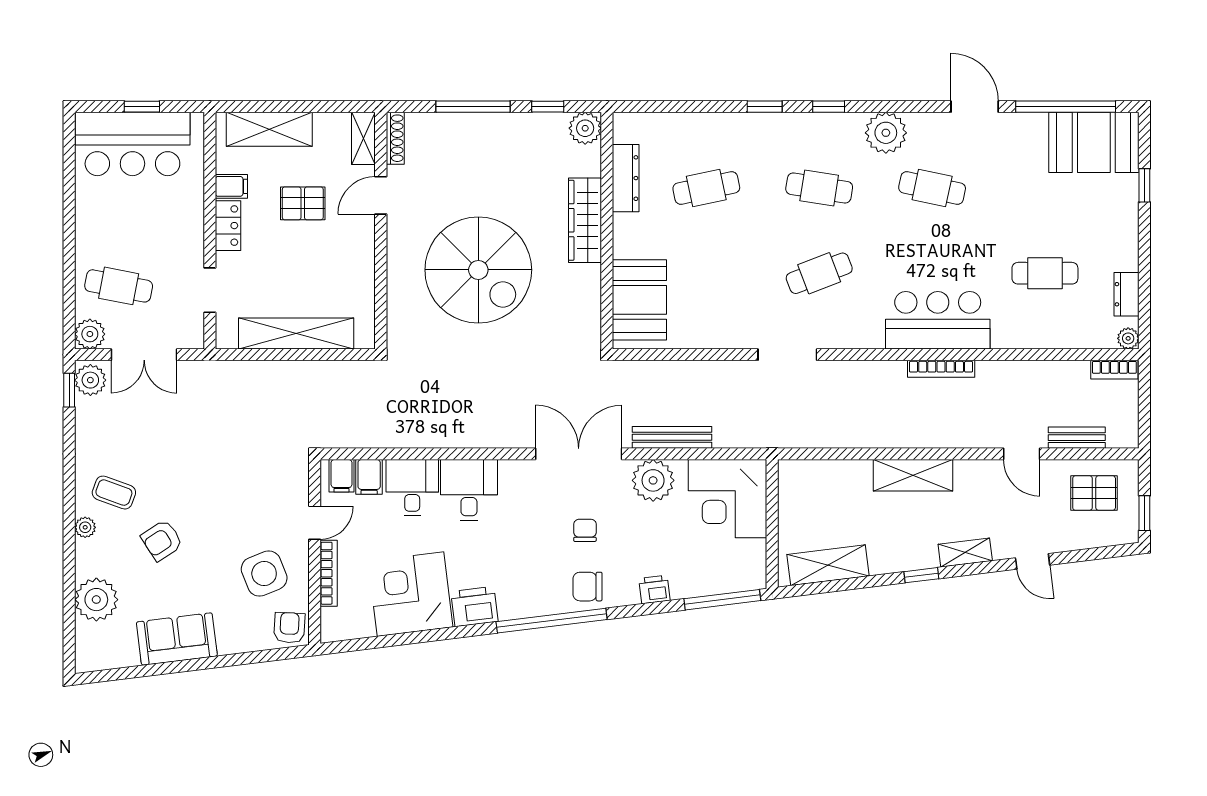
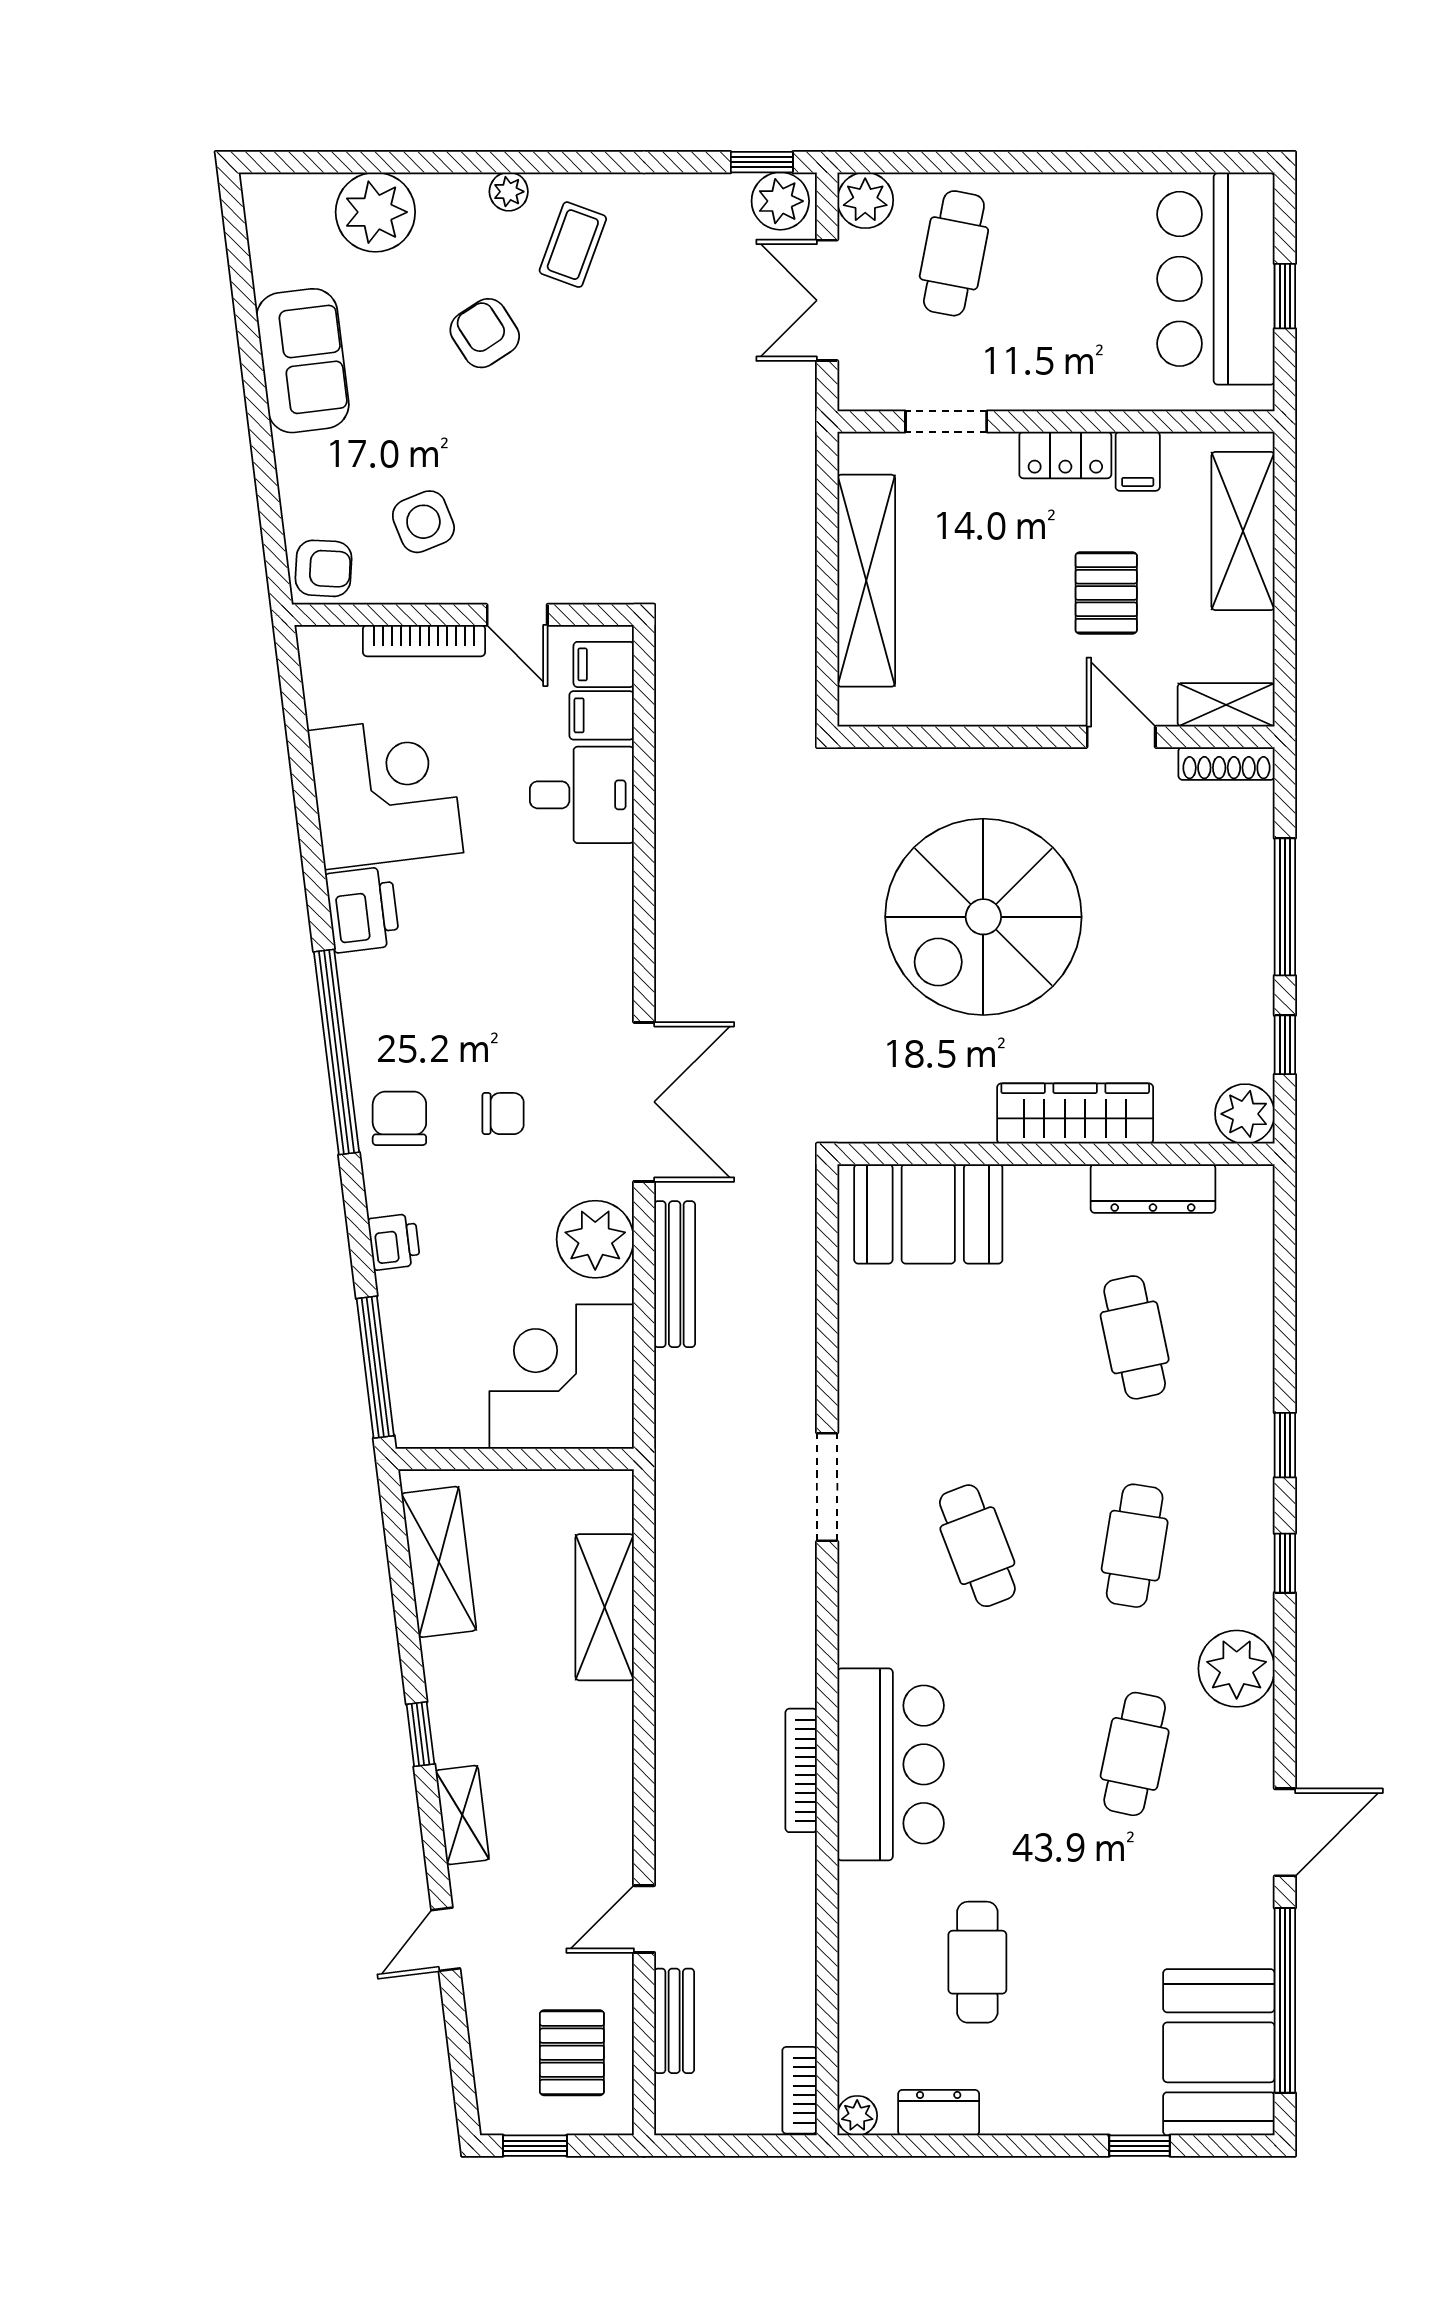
shelving: (913, 475) -> (605, 1607), moved
desk: (469, 490) -> (577, 900), removed
side table: (264, 574) -> (423, 522), width x0.73, depth x0.73

